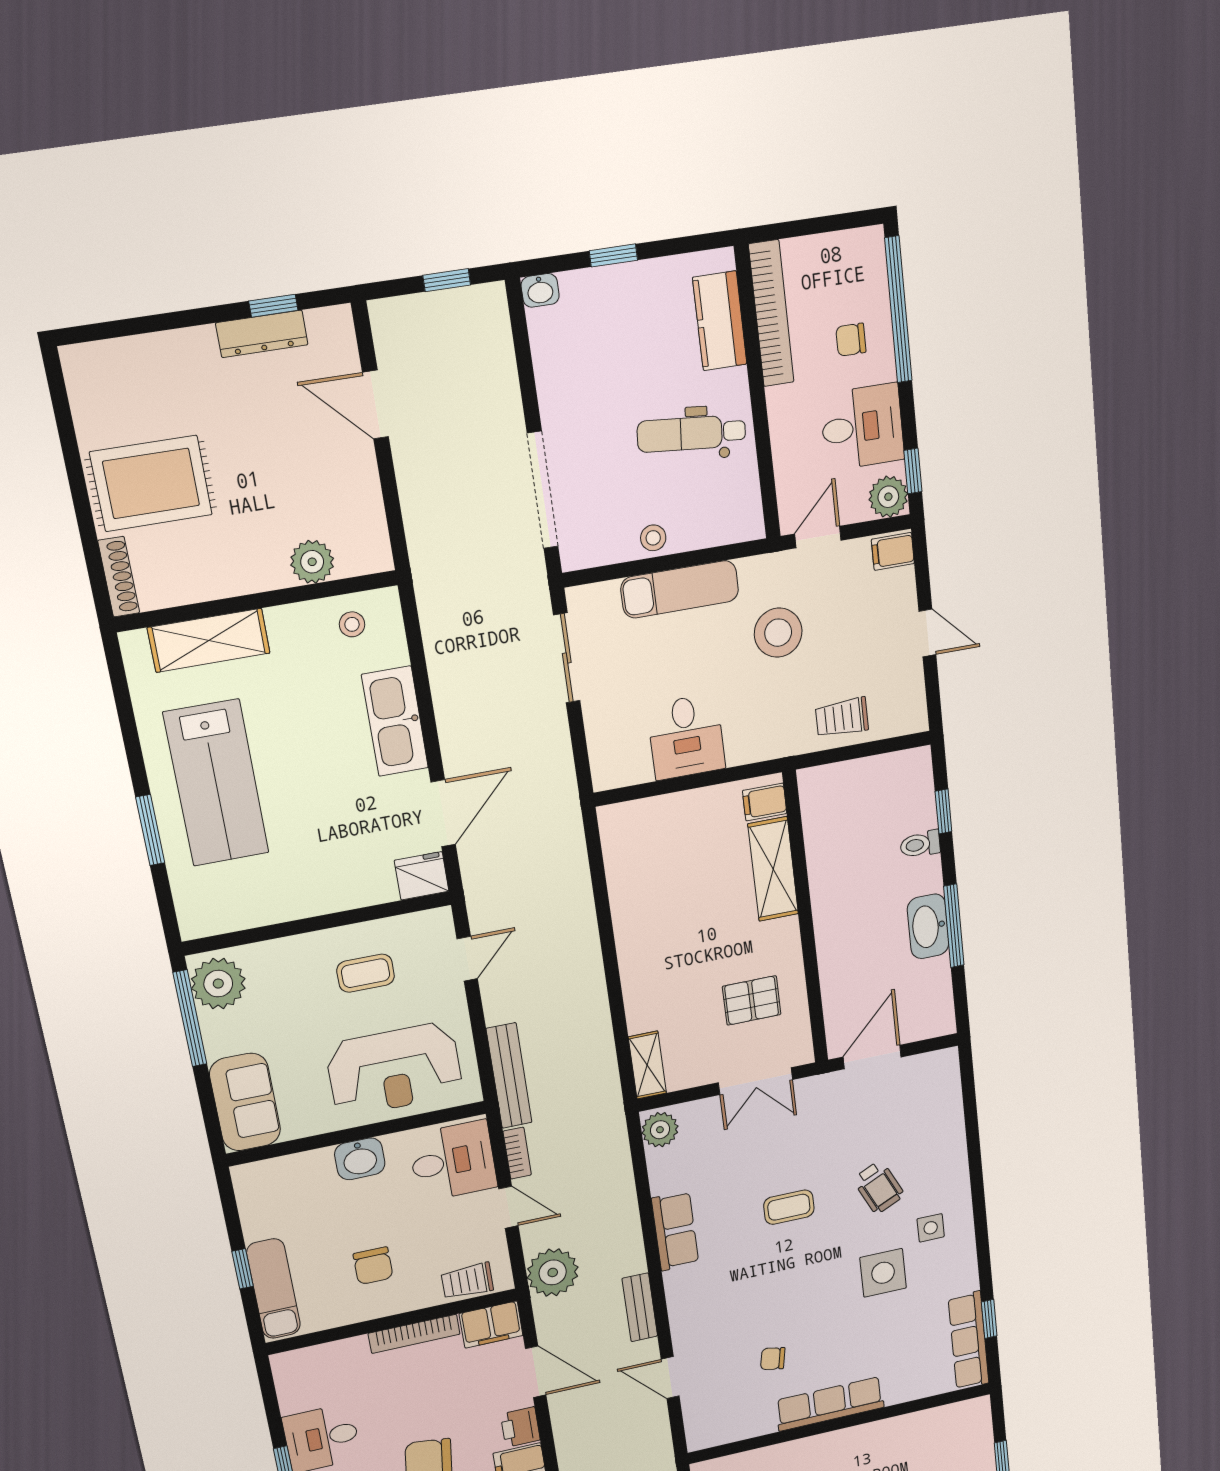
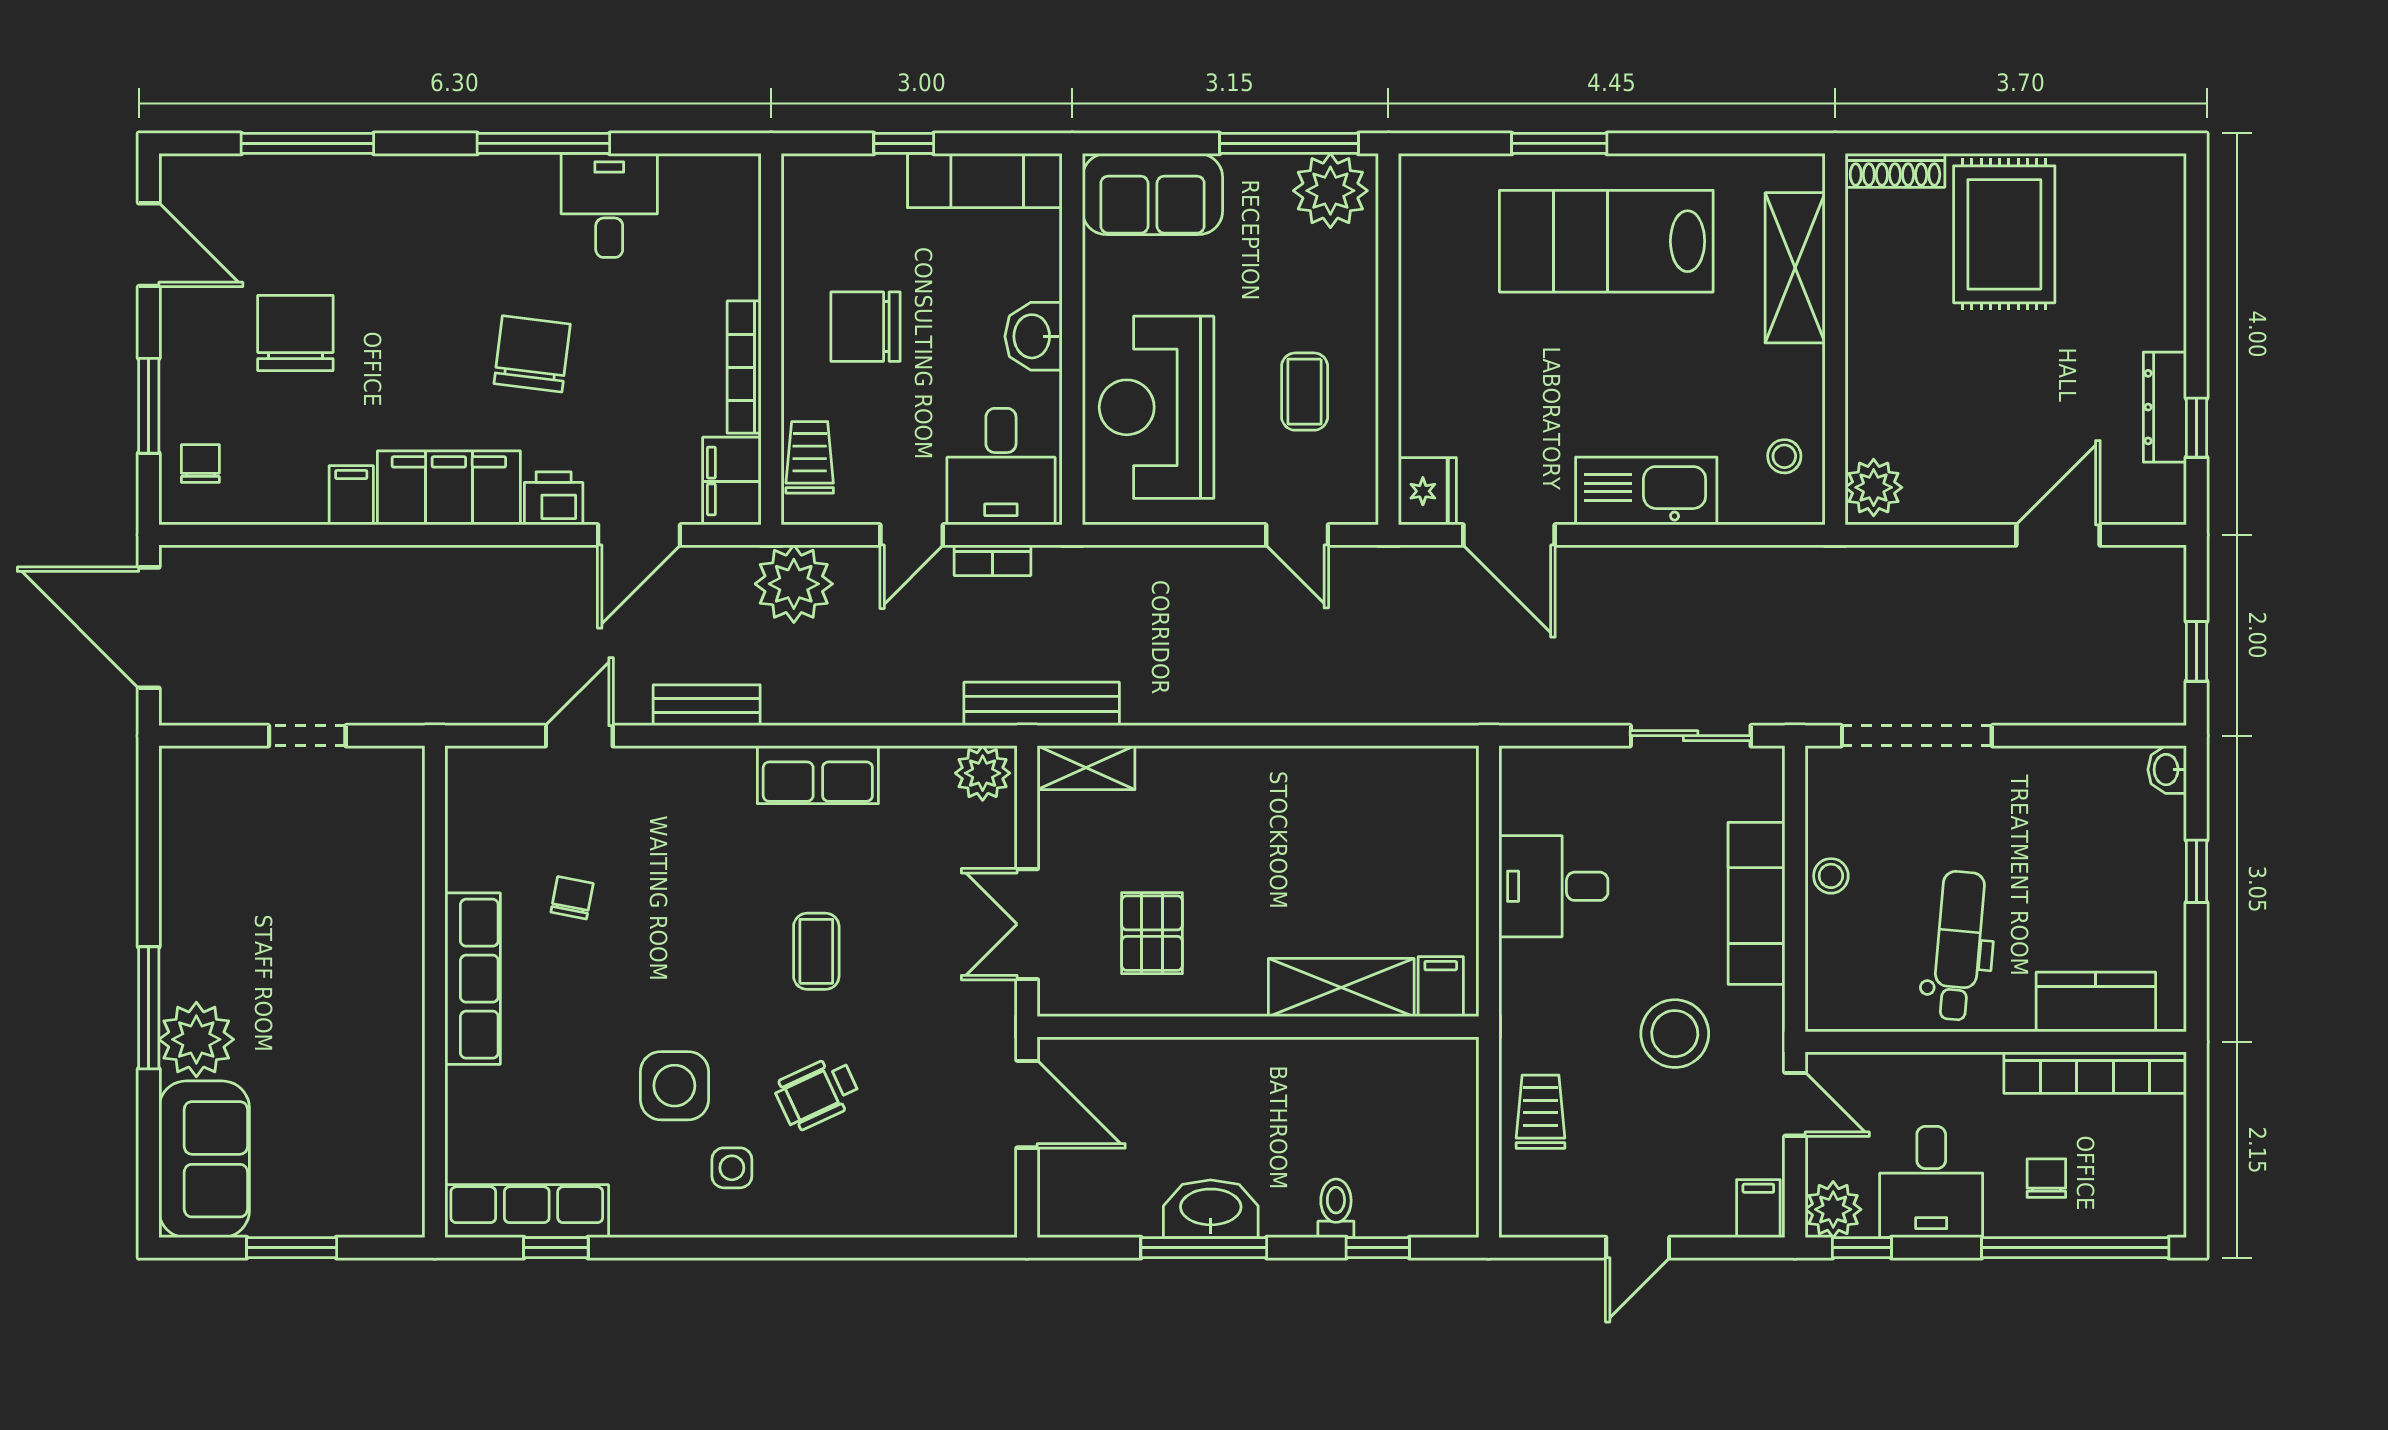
plant: (312, 562) -> (1874, 487), moved
bench: (509, 1076) -> (1042, 704), moved
chair: (373, 1266) -> (865, 327), width x1.37, depth x1.37
exam couch: (274, 1289) -> (985, 181), moved

